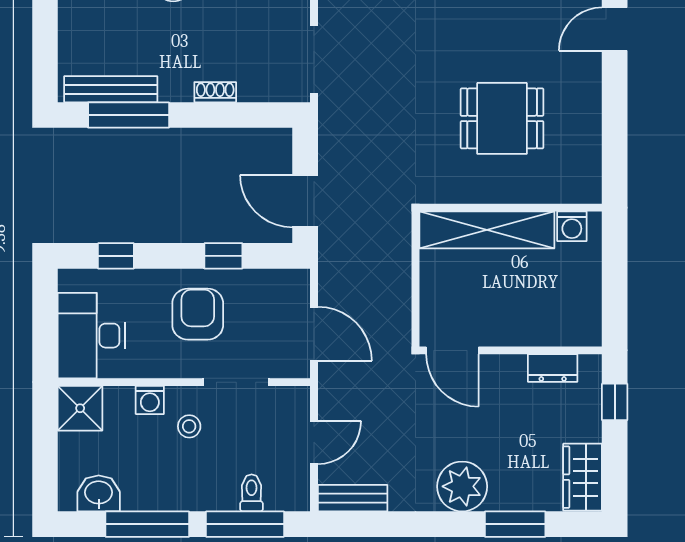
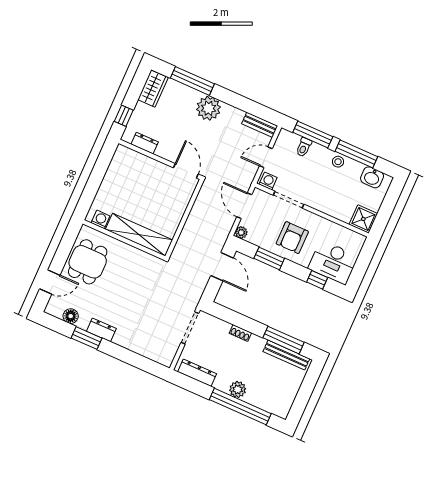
dining table: (502, 118) -> (88, 262), moved, turned 90
wall: (511, 208) -> (124, 240), moved
washing machine: (572, 226) -> (100, 219), moved
shelving: (487, 230) -> (139, 235), moved
window: (223, 256) -> (269, 258), width x1.50
plant: (298, 281) -> (241, 232), added
desk: (91, 336) -> (333, 262), moved, turned 90
washing machine: (150, 400) -> (268, 181), moved
stool: (189, 426) -> (338, 162), moved
window: (515, 524) -> (192, 81), width x1.44

